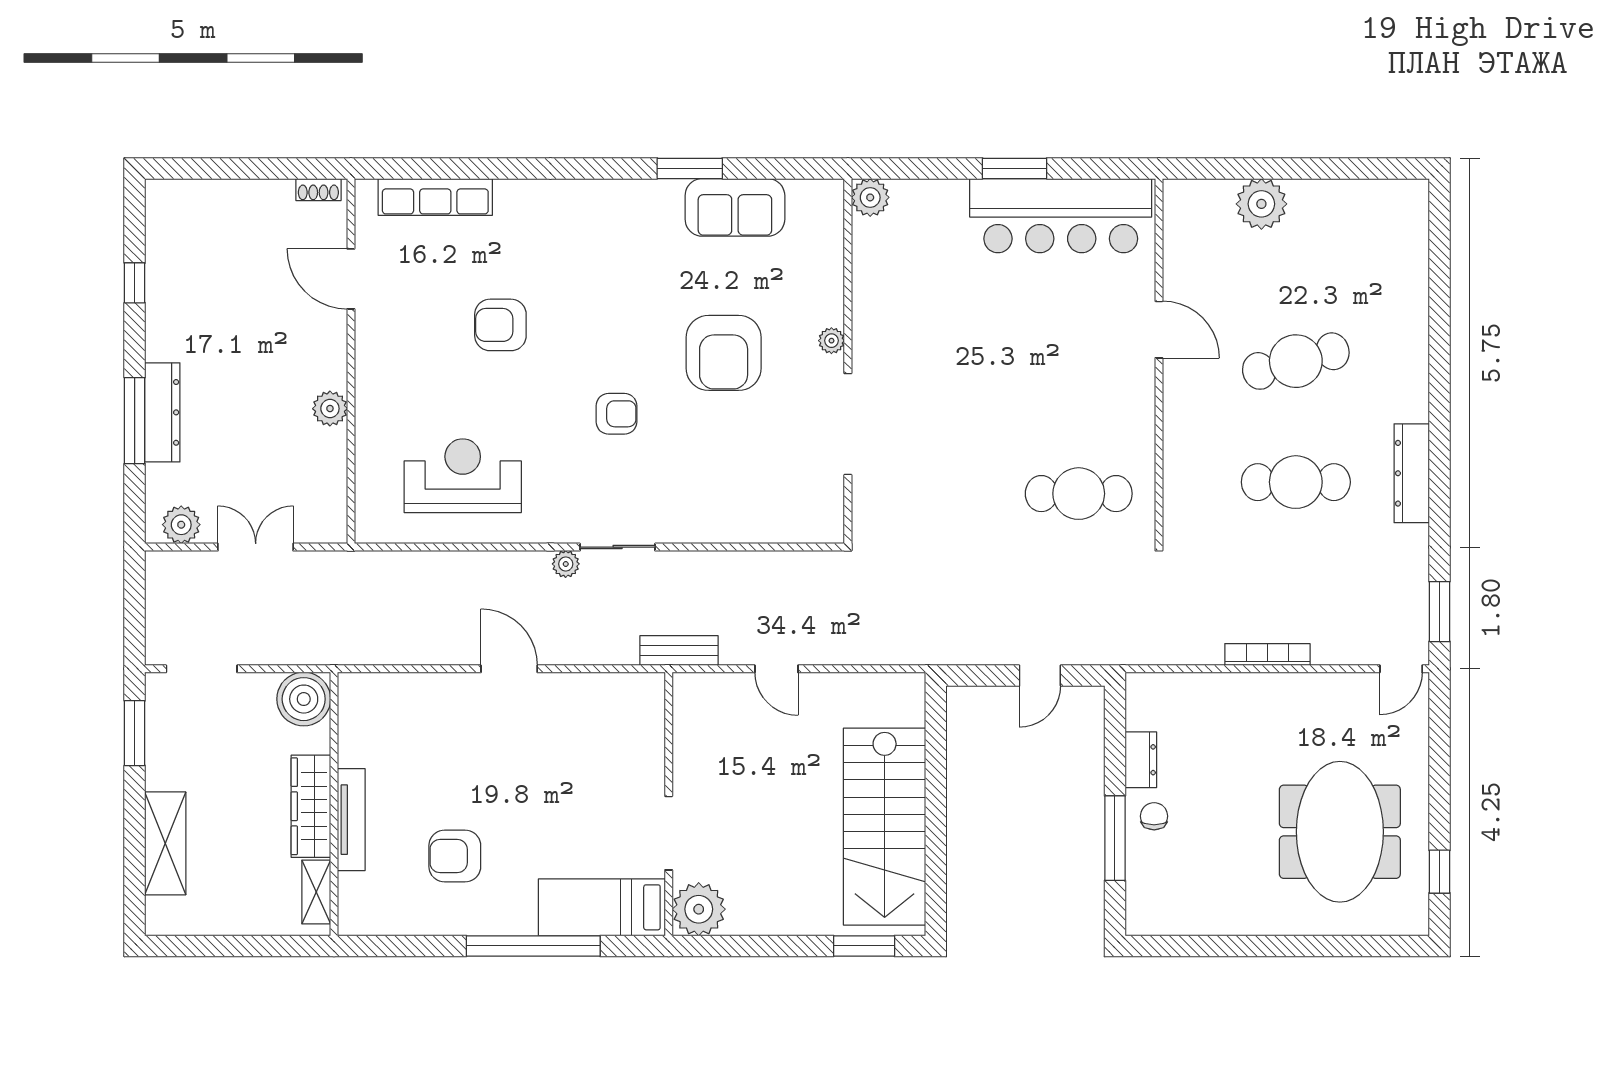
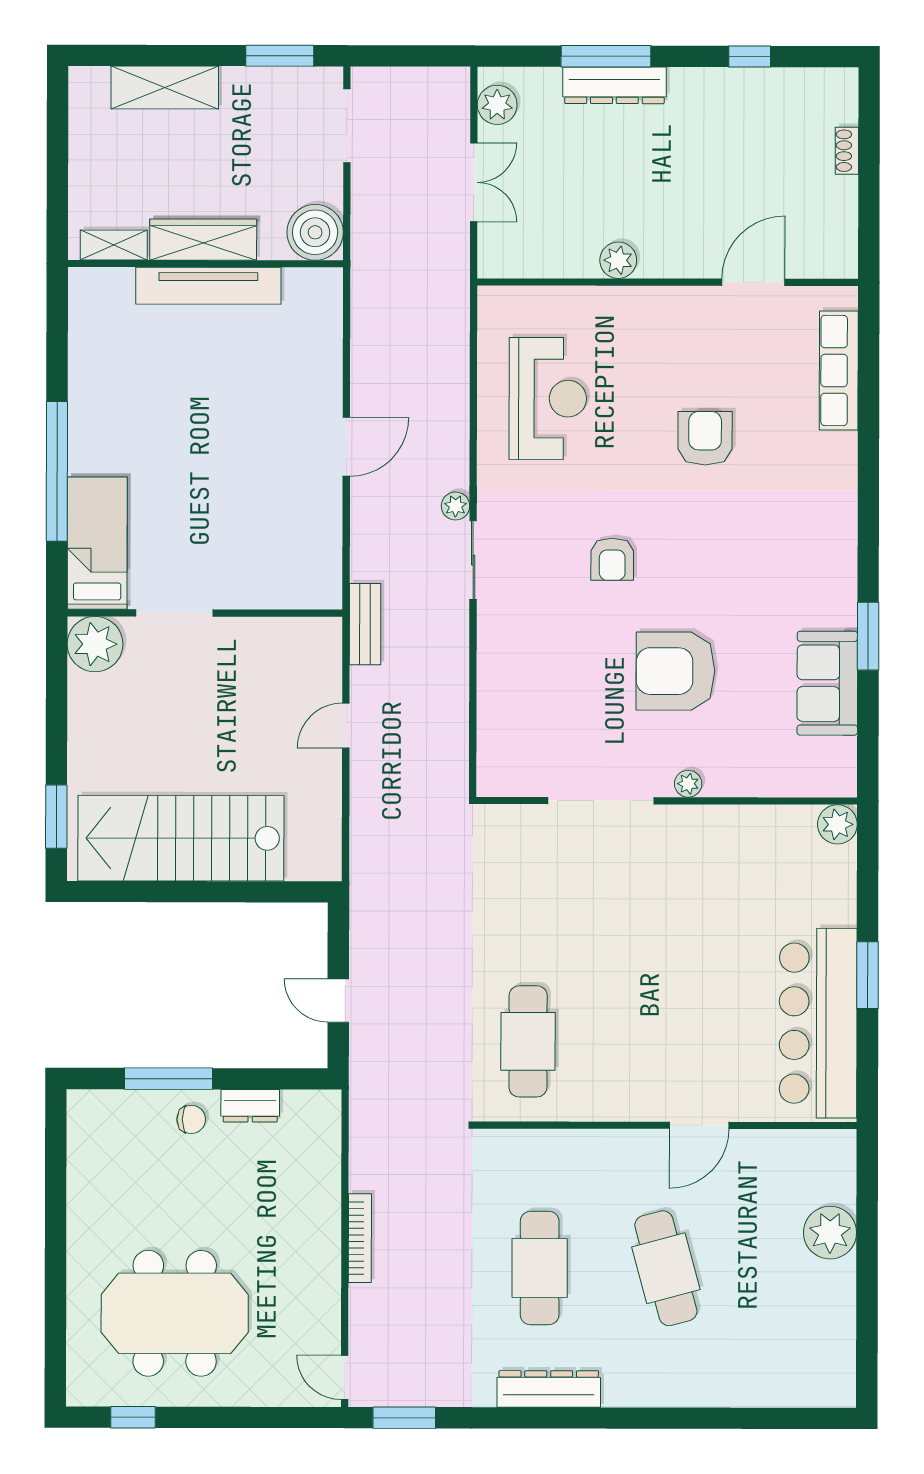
shoe rack: (318, 190) -> (847, 151), moved
tv unit: (351, 820) -> (208, 286), width x1.36, depth x1.29
armchair: (455, 856) -> (151, 390), removed

